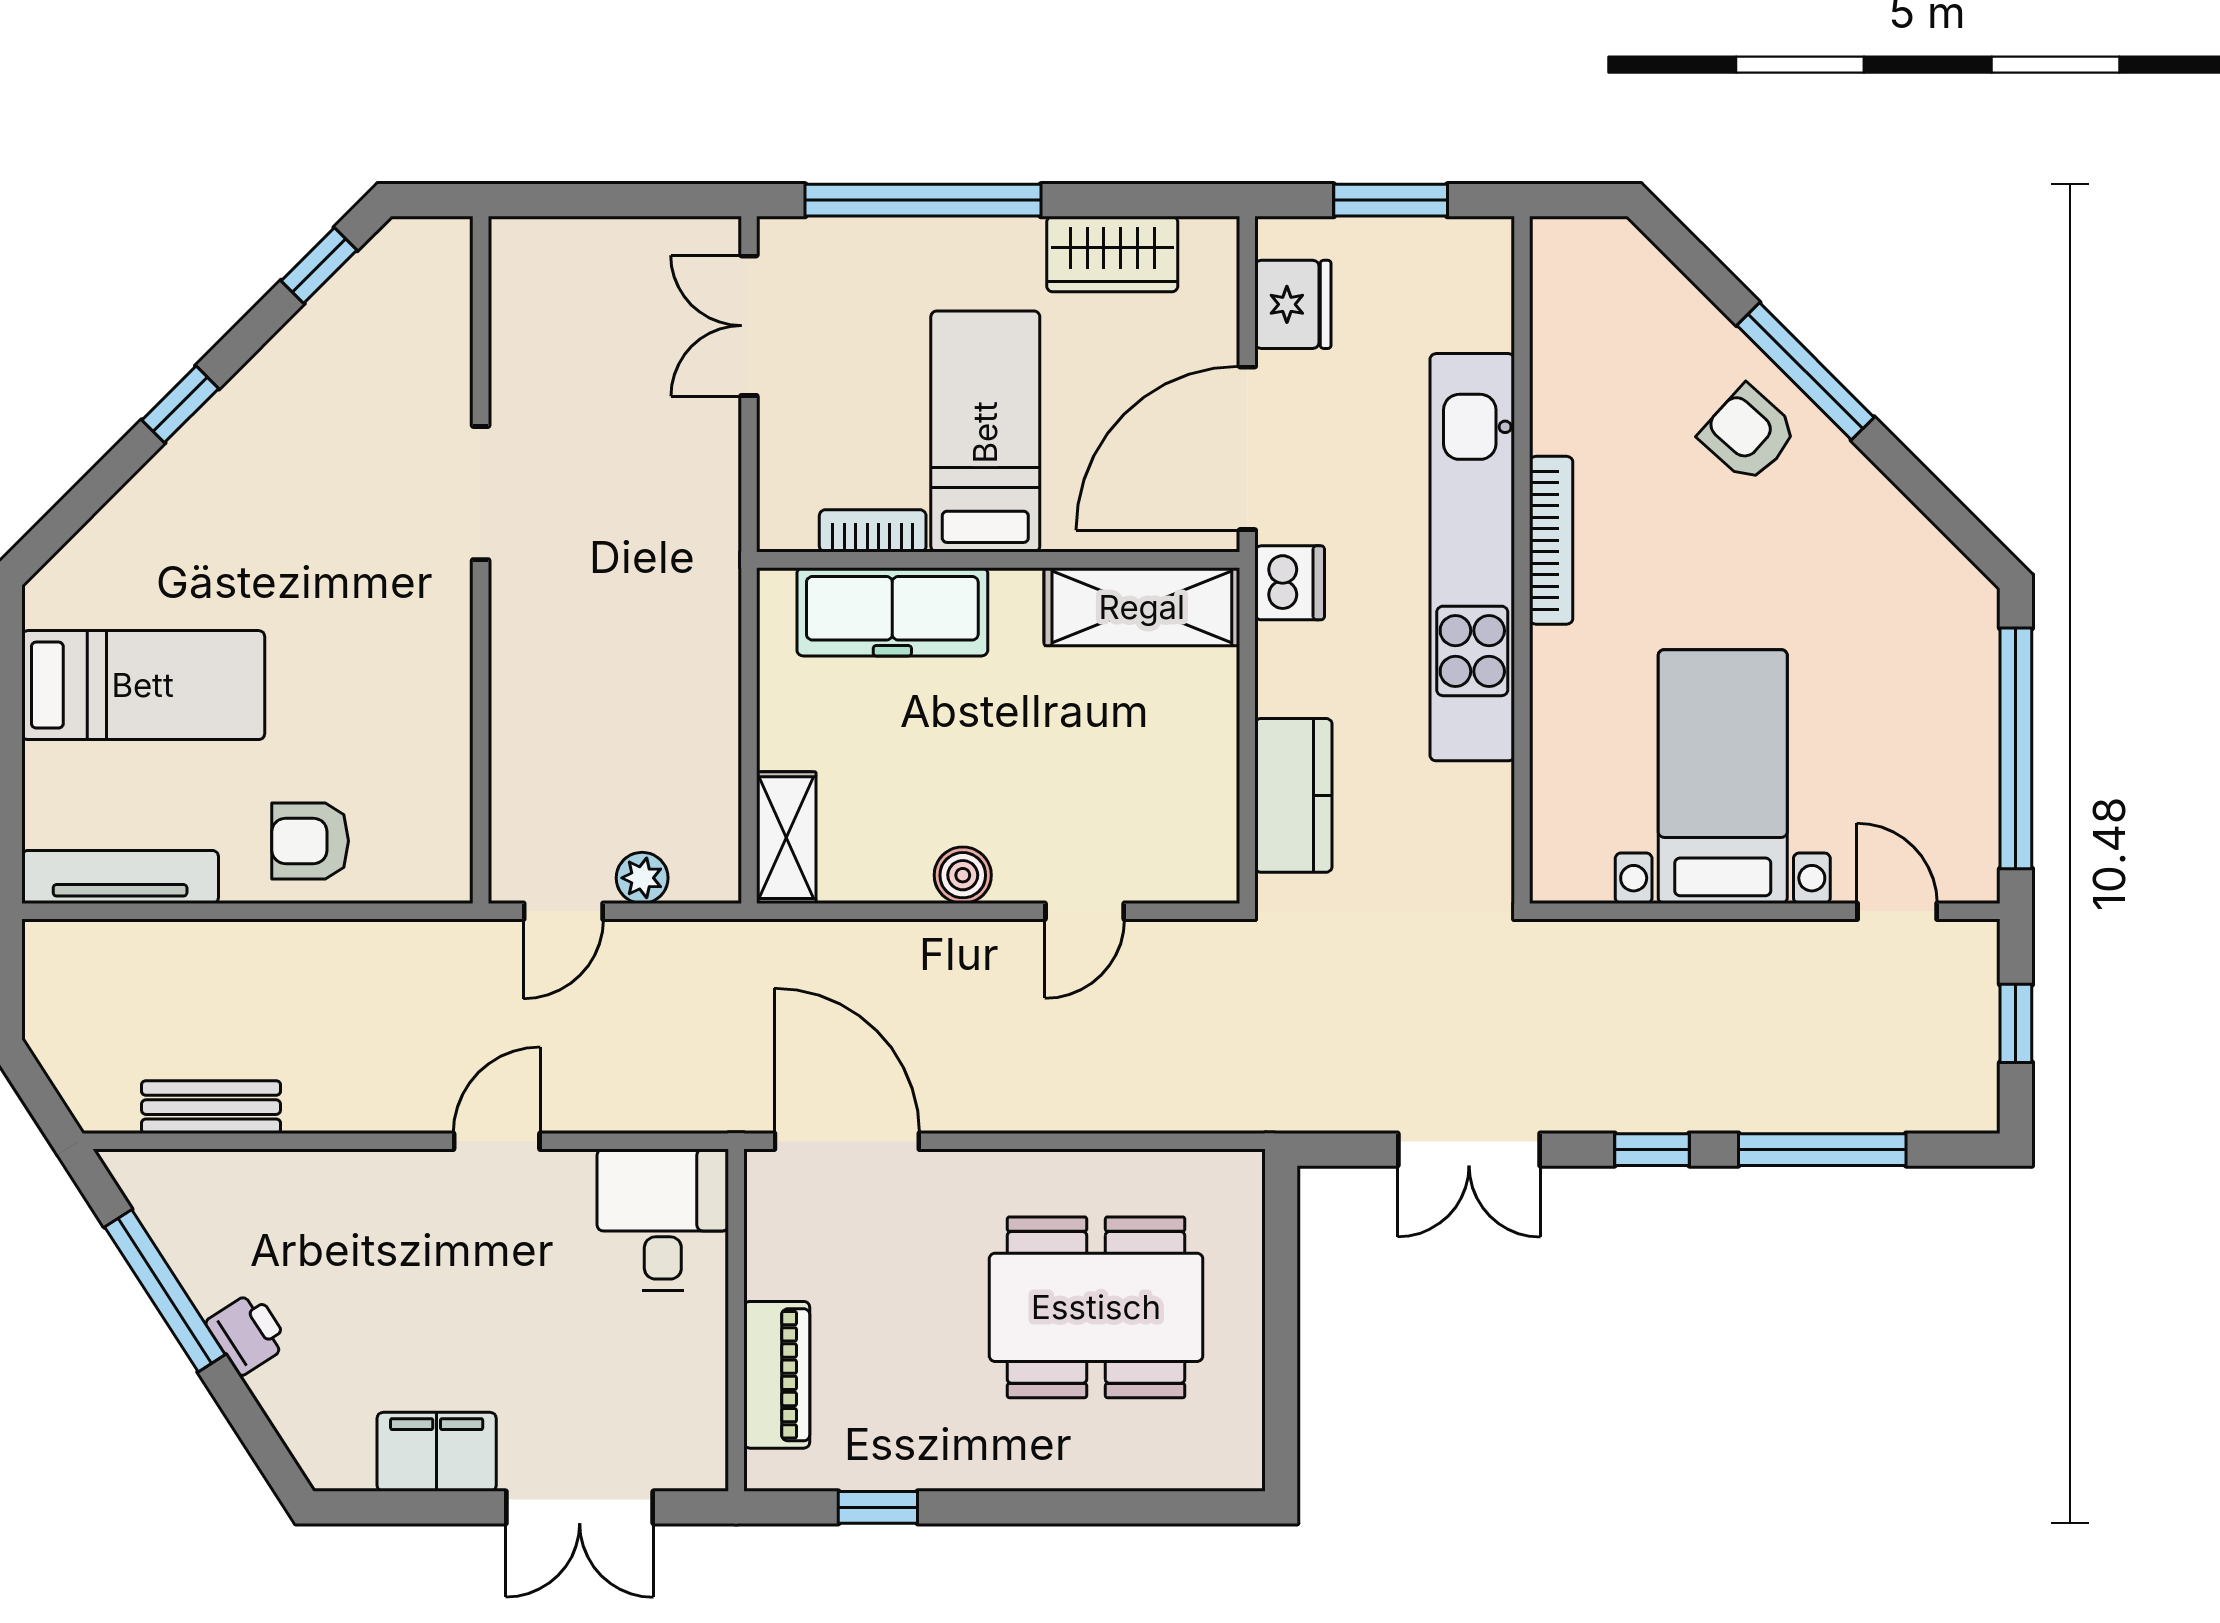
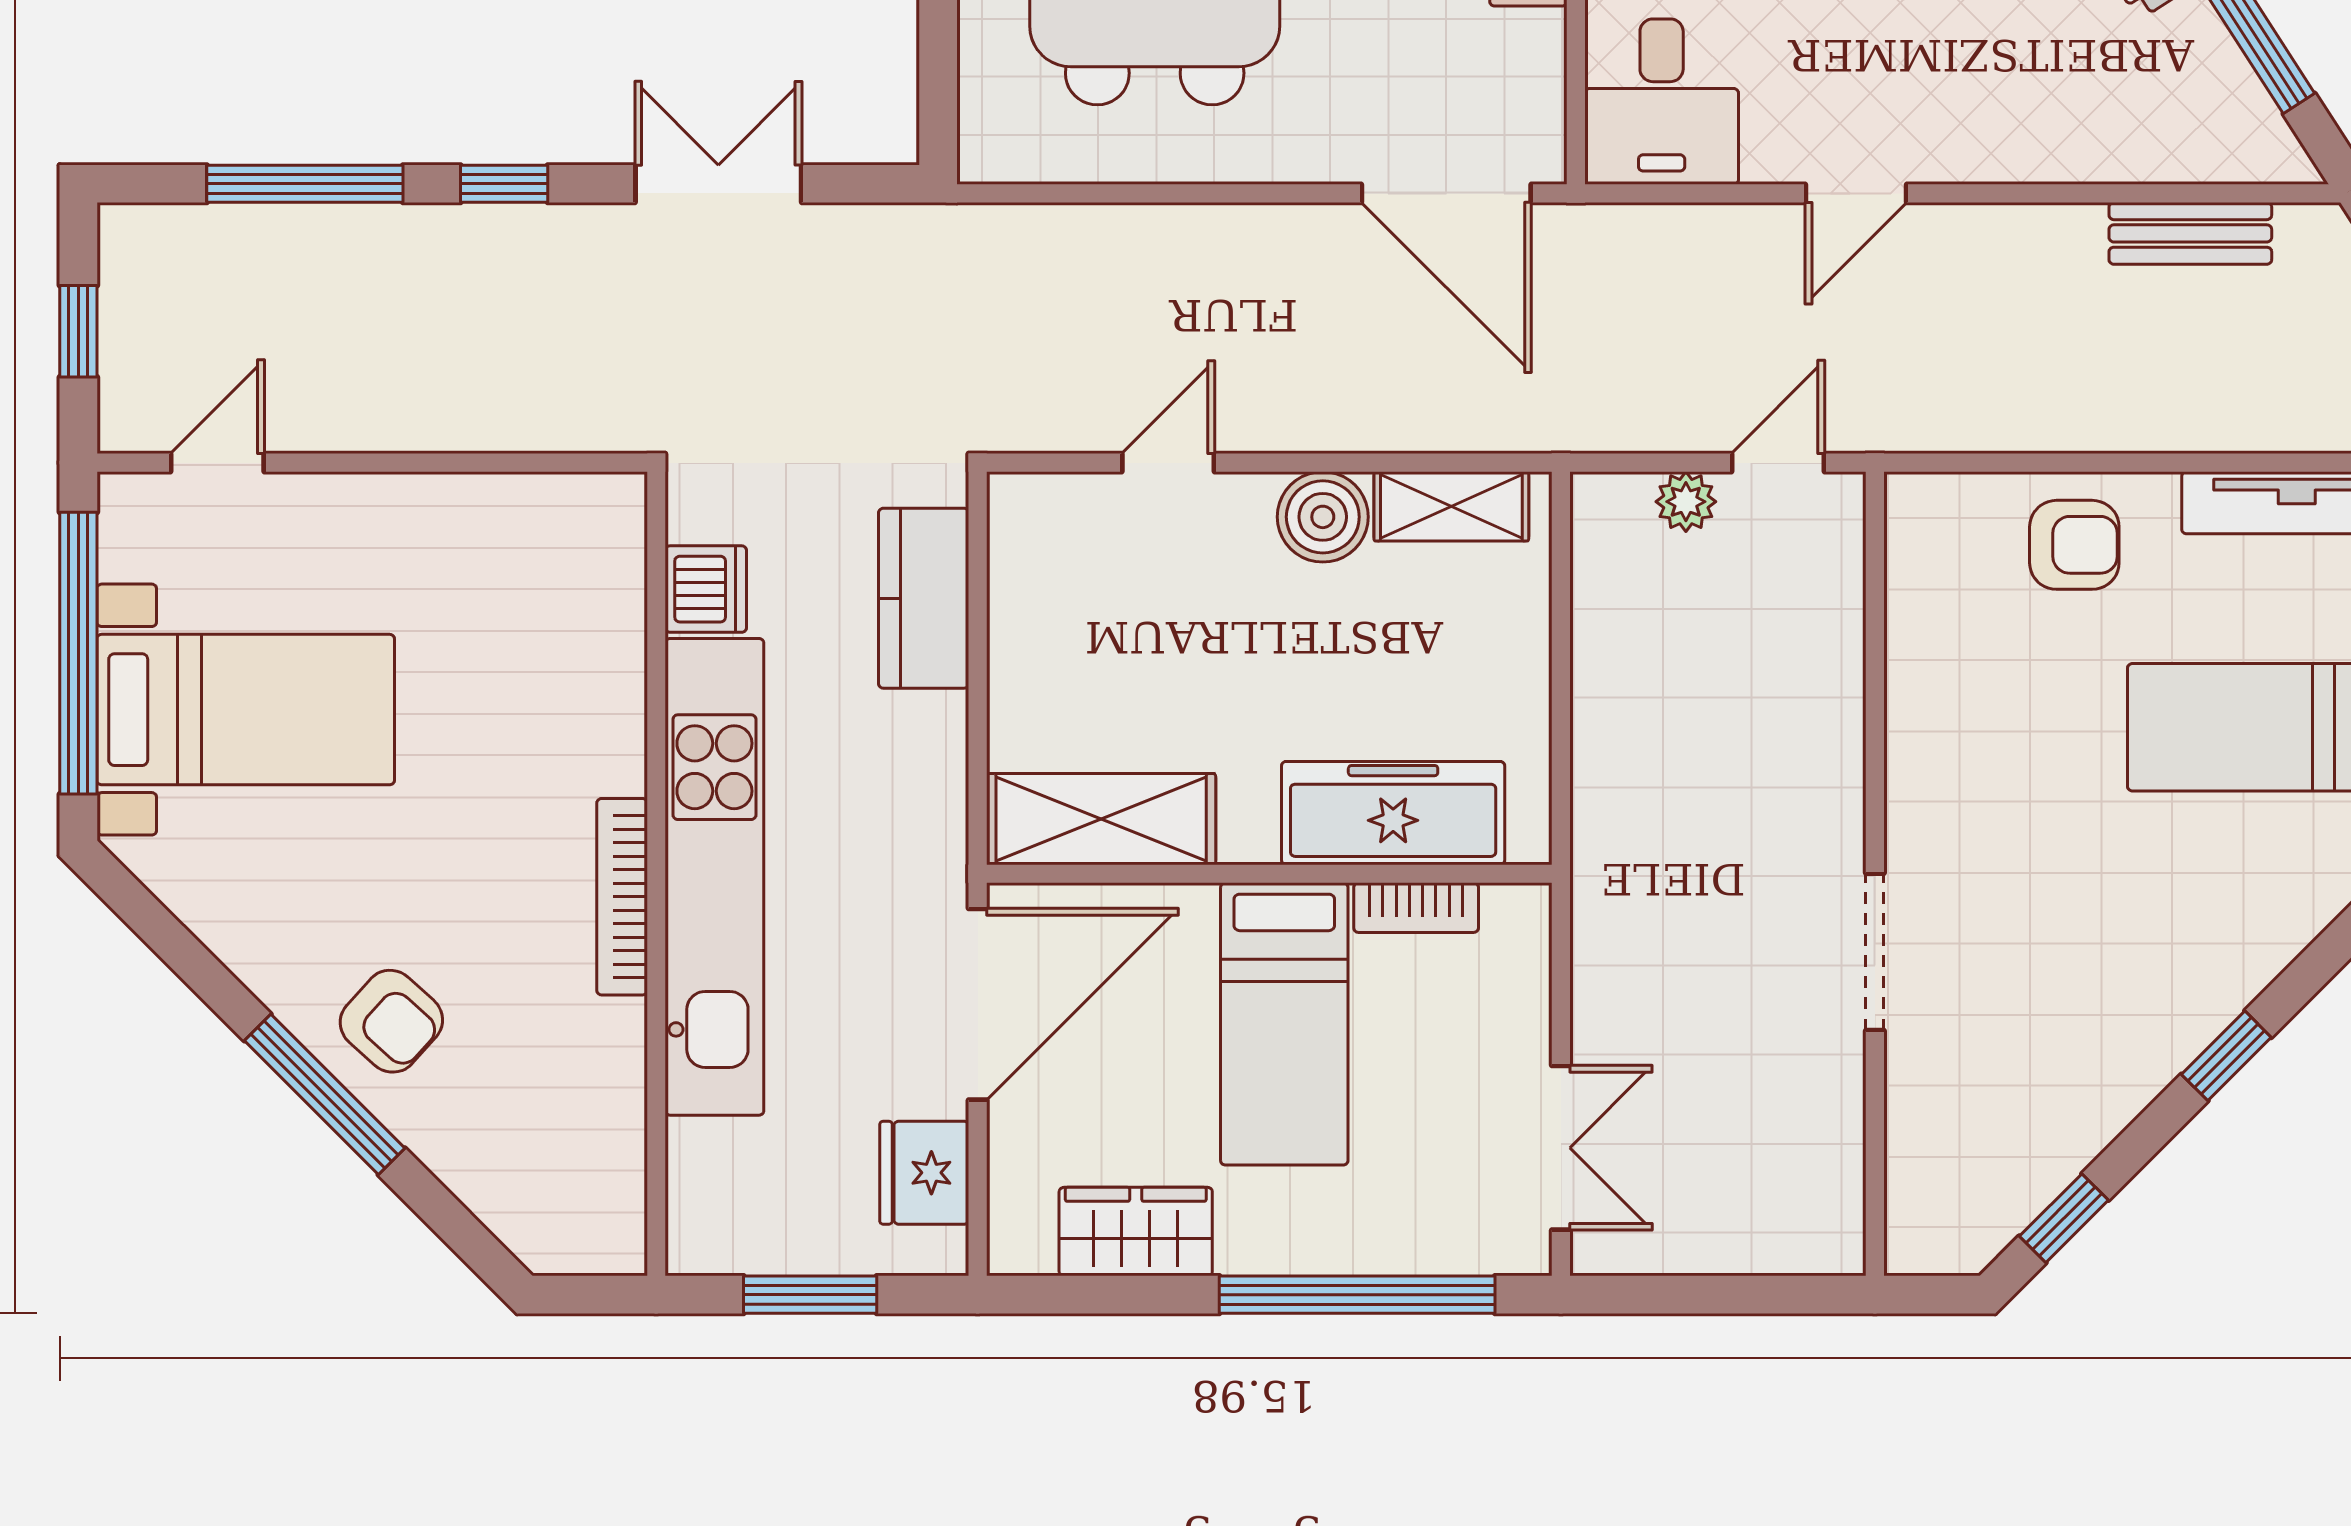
dishwasher: (1290, 583) -> (706, 589), moved, turned 180
bed with nightstands: (1723, 777) -> (246, 710), moved, turned -90
shelving: (786, 838) -> (1451, 506), moved, turned 90
boiler: (963, 875) -> (1323, 517), width x1.36, depth x1.36
door: (1897, 911) -> (217, 463), swing flipped

